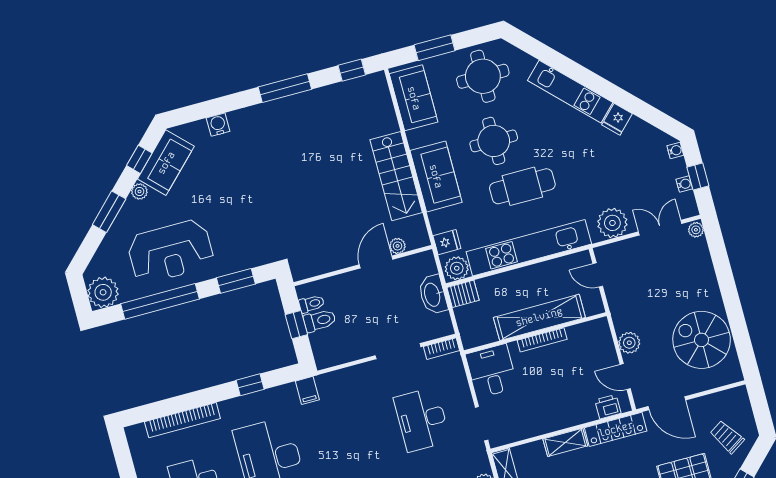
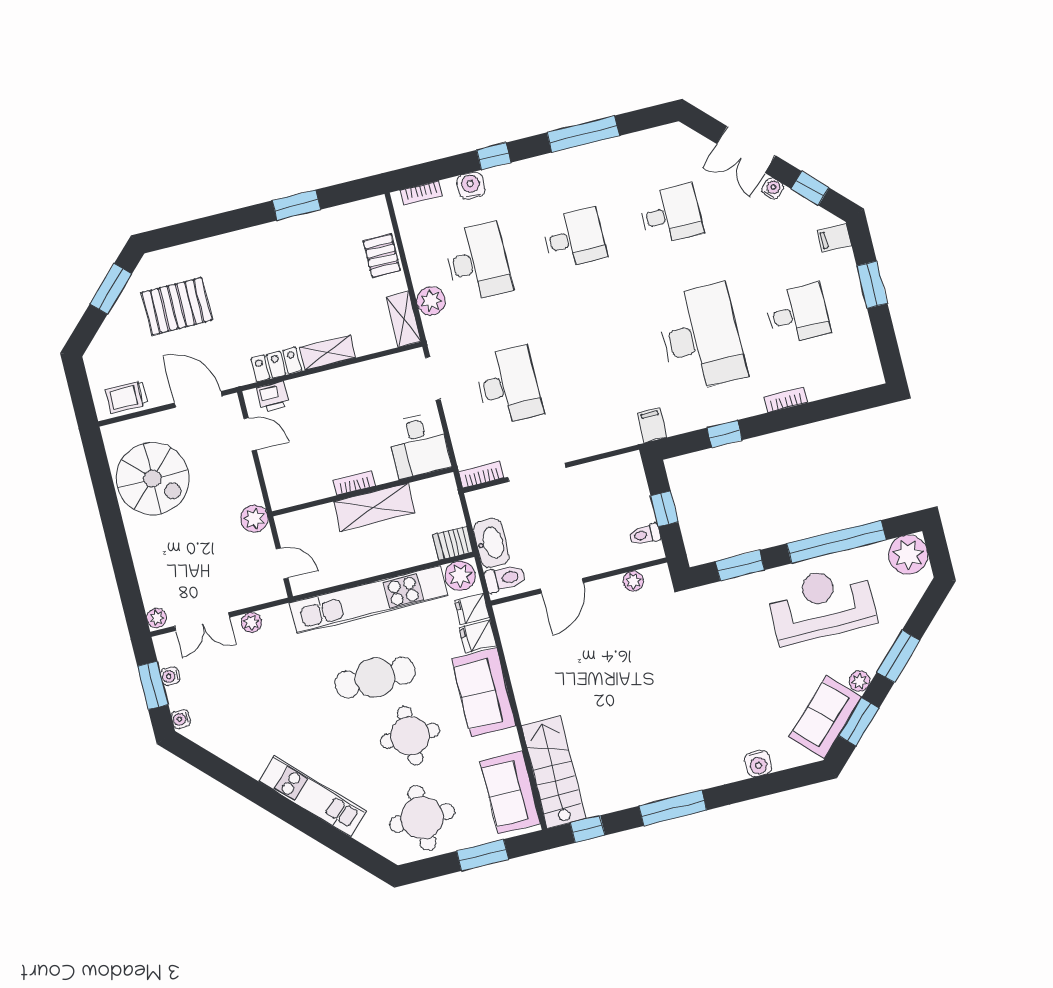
fridge: (617, 119) -> (478, 637), moved, turned -135
window: (139, 159) -> (859, 722), width x1.50
stairs: (396, 176) -> (554, 772), moved
window: (698, 177) -> (153, 685), width x1.50
plant: (612, 223) -> (251, 622), width x0.53, depth x0.53
plant: (397, 246) -> (633, 581), moved
shelving: (539, 317) -> (374, 507), width x0.68
toilet: (320, 321) -> (505, 578), moved, turned 180
bookcase: (542, 340) -> (354, 483), width x0.64
plant: (629, 343) -> (254, 519), moved
bookcase: (182, 420) -> (786, 400), width x0.43, depth x0.76
locker: (616, 429) -> (276, 365), width x0.66
trolley: (727, 437) -> (127, 397), moved, turned 123

